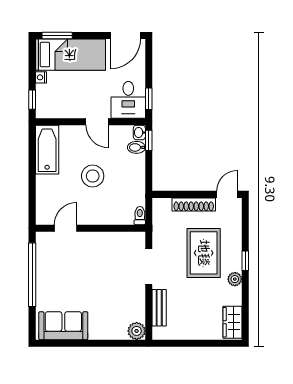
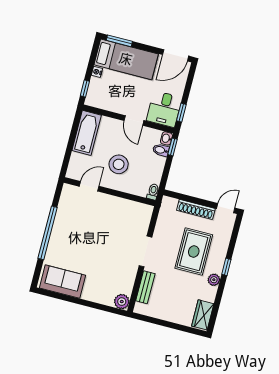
toilet: (140, 216) -> (153, 192), moved
door: (66, 228) -> (89, 186), moved
wall: (90, 228) -> (110, 192), moved

